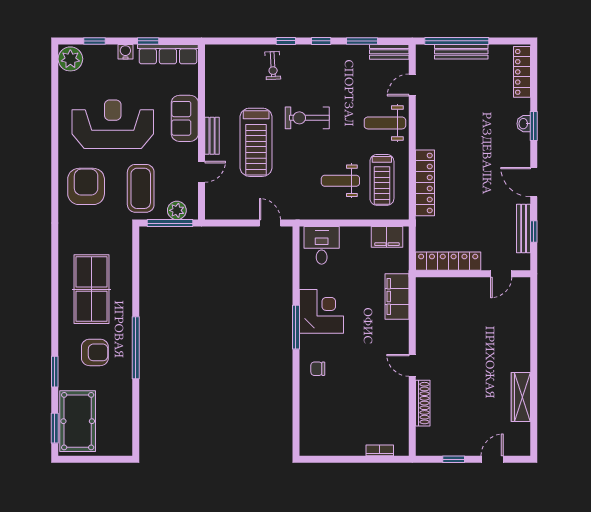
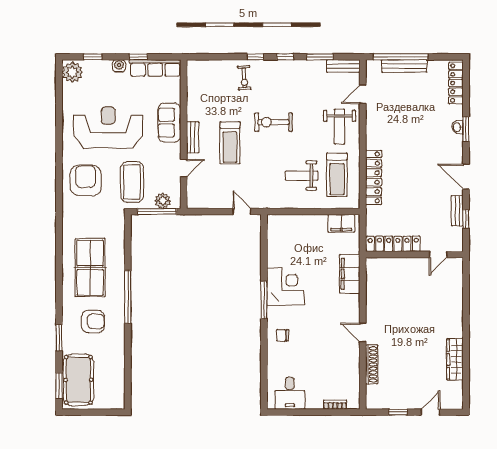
weight bench: (385, 123) -> (339, 127), turned -90
treadmill: (256, 142) -> (230, 143), width x0.73, depth x0.73
bench: (524, 229) -> (457, 211), width x0.73
desk: (322, 245) -> (290, 393), moved, turned 180
window: (136, 348) -> (128, 297), moved

